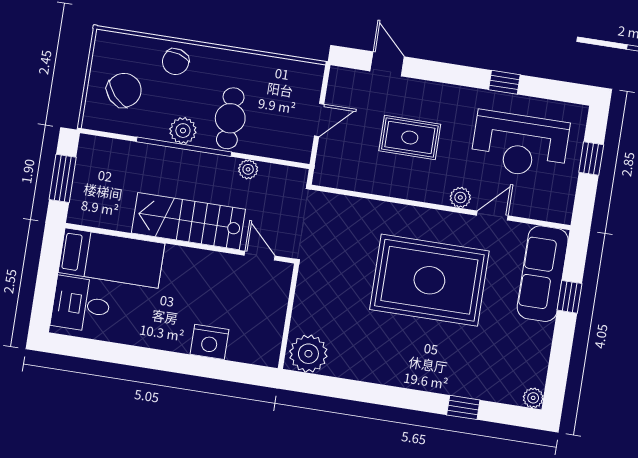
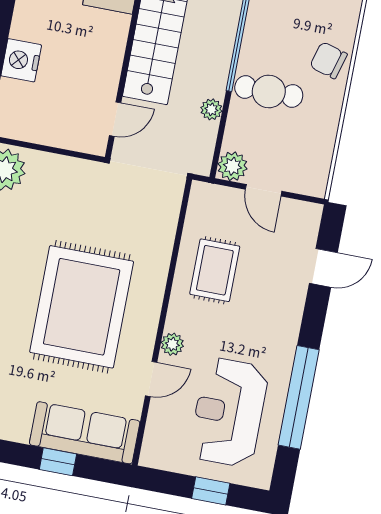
chair: (176, 62) -> (329, 60), moved
window: (504, 82) -> (299, 397), width x3.17
plant: (183, 131) -> (232, 166), moved
rug: (410, 138) -> (215, 270), moved
door: (492, 216) -> (151, 379), hinge flipped

